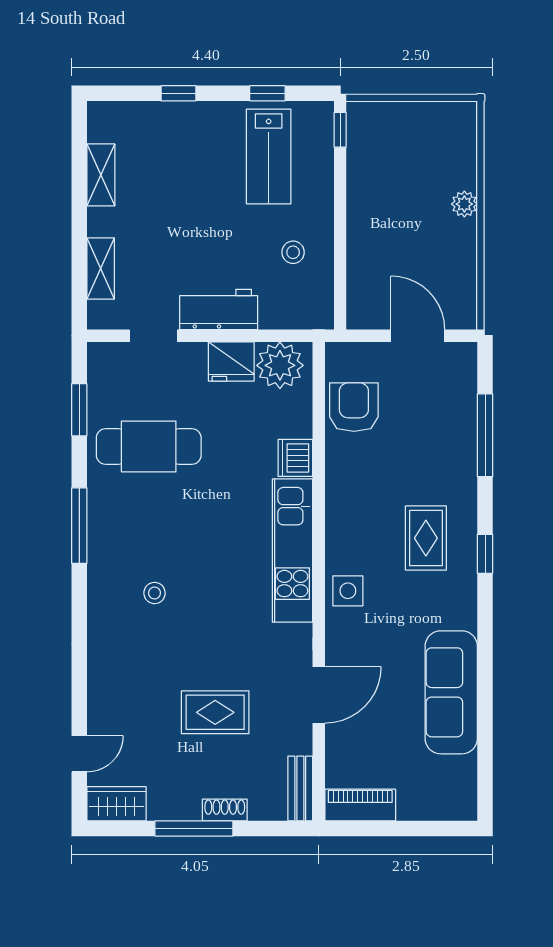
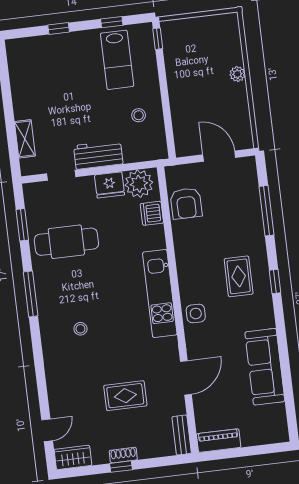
shelving: (101, 175) -> (18, 83), removed
armchair: (354, 407) -> (186, 203), turned 180
dishwasher: (295, 458) -> (152, 213), moved
shoe rack: (225, 810) -> (123, 455), moved
window: (194, 828) -> (121, 467), width x0.46

